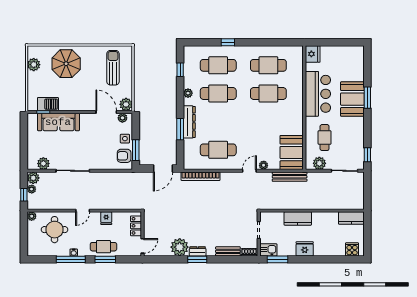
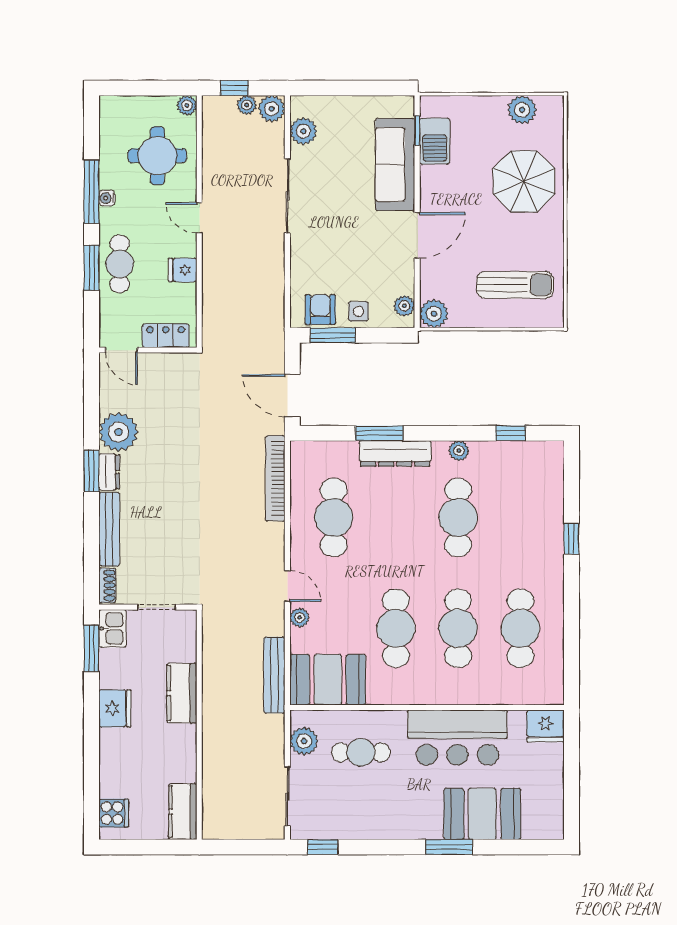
cafe table: (218, 65) -> (396, 628), moved
booth: (352, 99) -> (482, 814), moved
door: (106, 112) -> (417, 235), moved
bench: (228, 251) -> (109, 529), width x1.36

